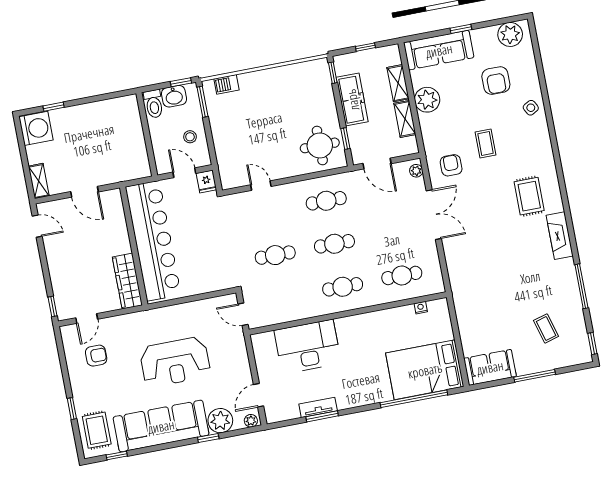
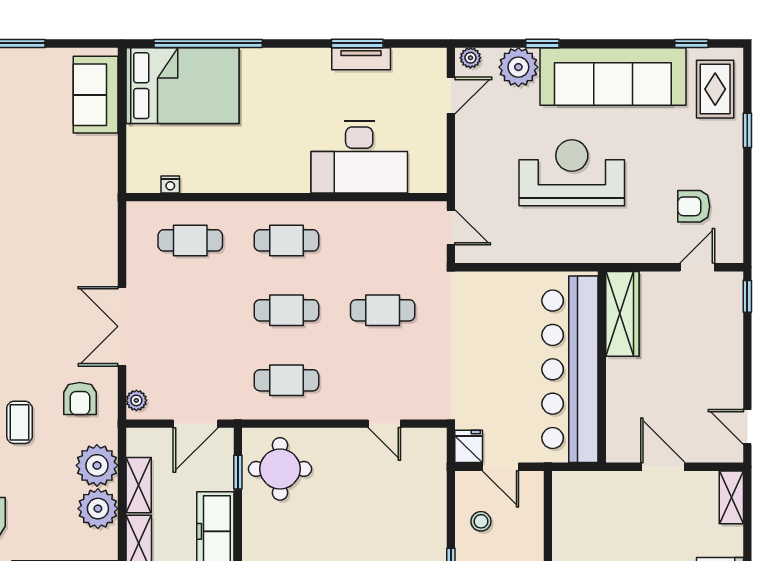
plant: (433, 126) -> (97, 465), added
door: (377, 163) -> (196, 424), swing flipped
sofa: (490, 367) -> (96, 95), moved, turned 90

